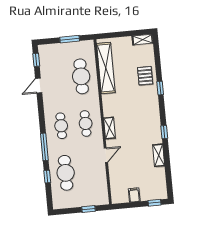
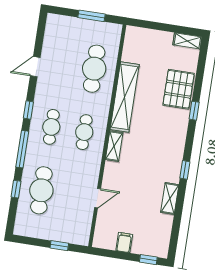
window: (36, 60) -> (28, 110), moved
shelving: (106, 68) -> (125, 97), moved
pallet: (145, 76) -> (179, 89), width x1.50, depth x1.42
door: (106, 155) -> (98, 198), moved

